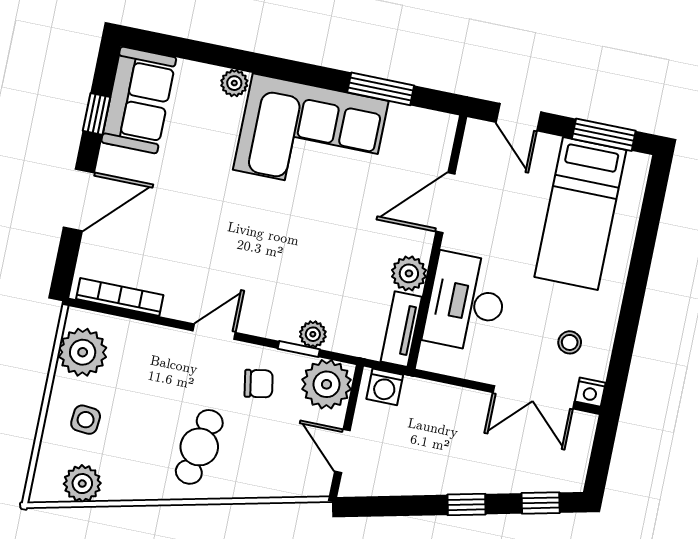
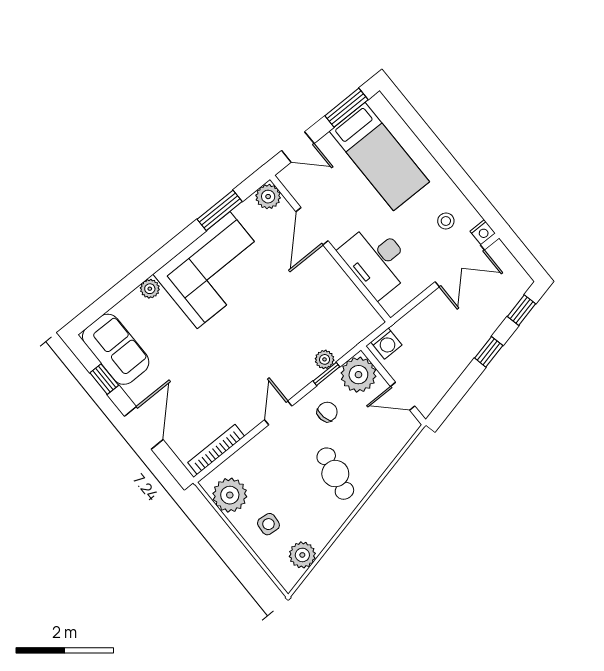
plant: (409, 273) -> (268, 197), moved
tv unit: (401, 329) -> (362, 308), removed

